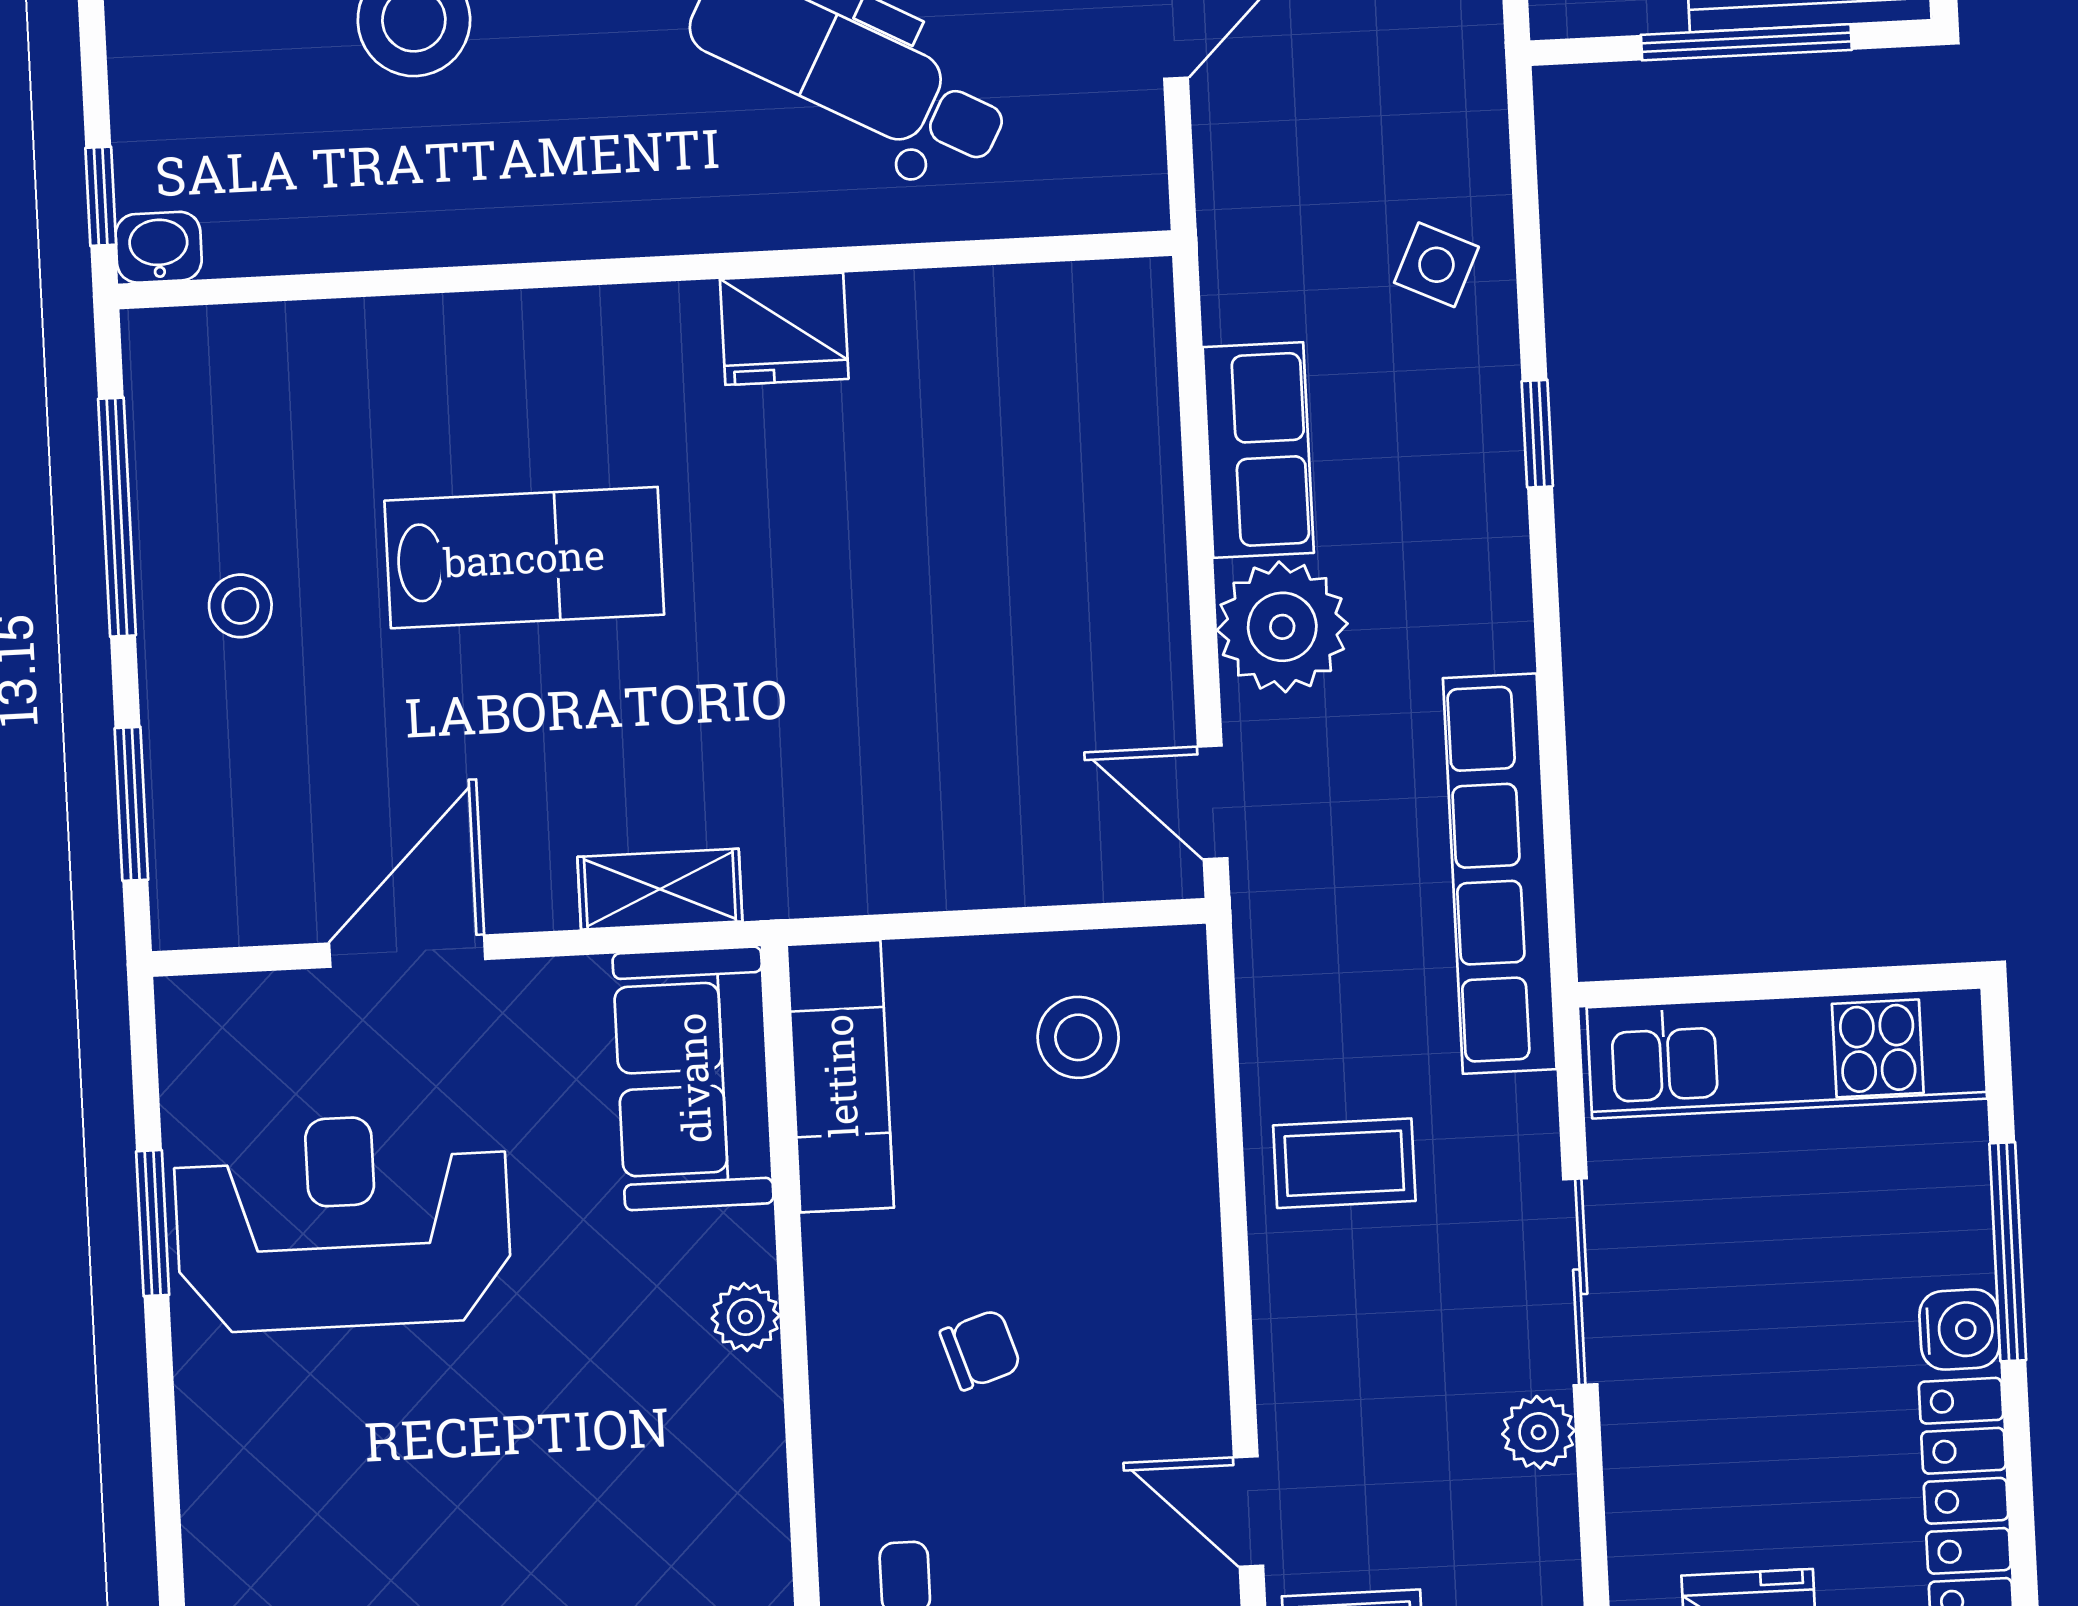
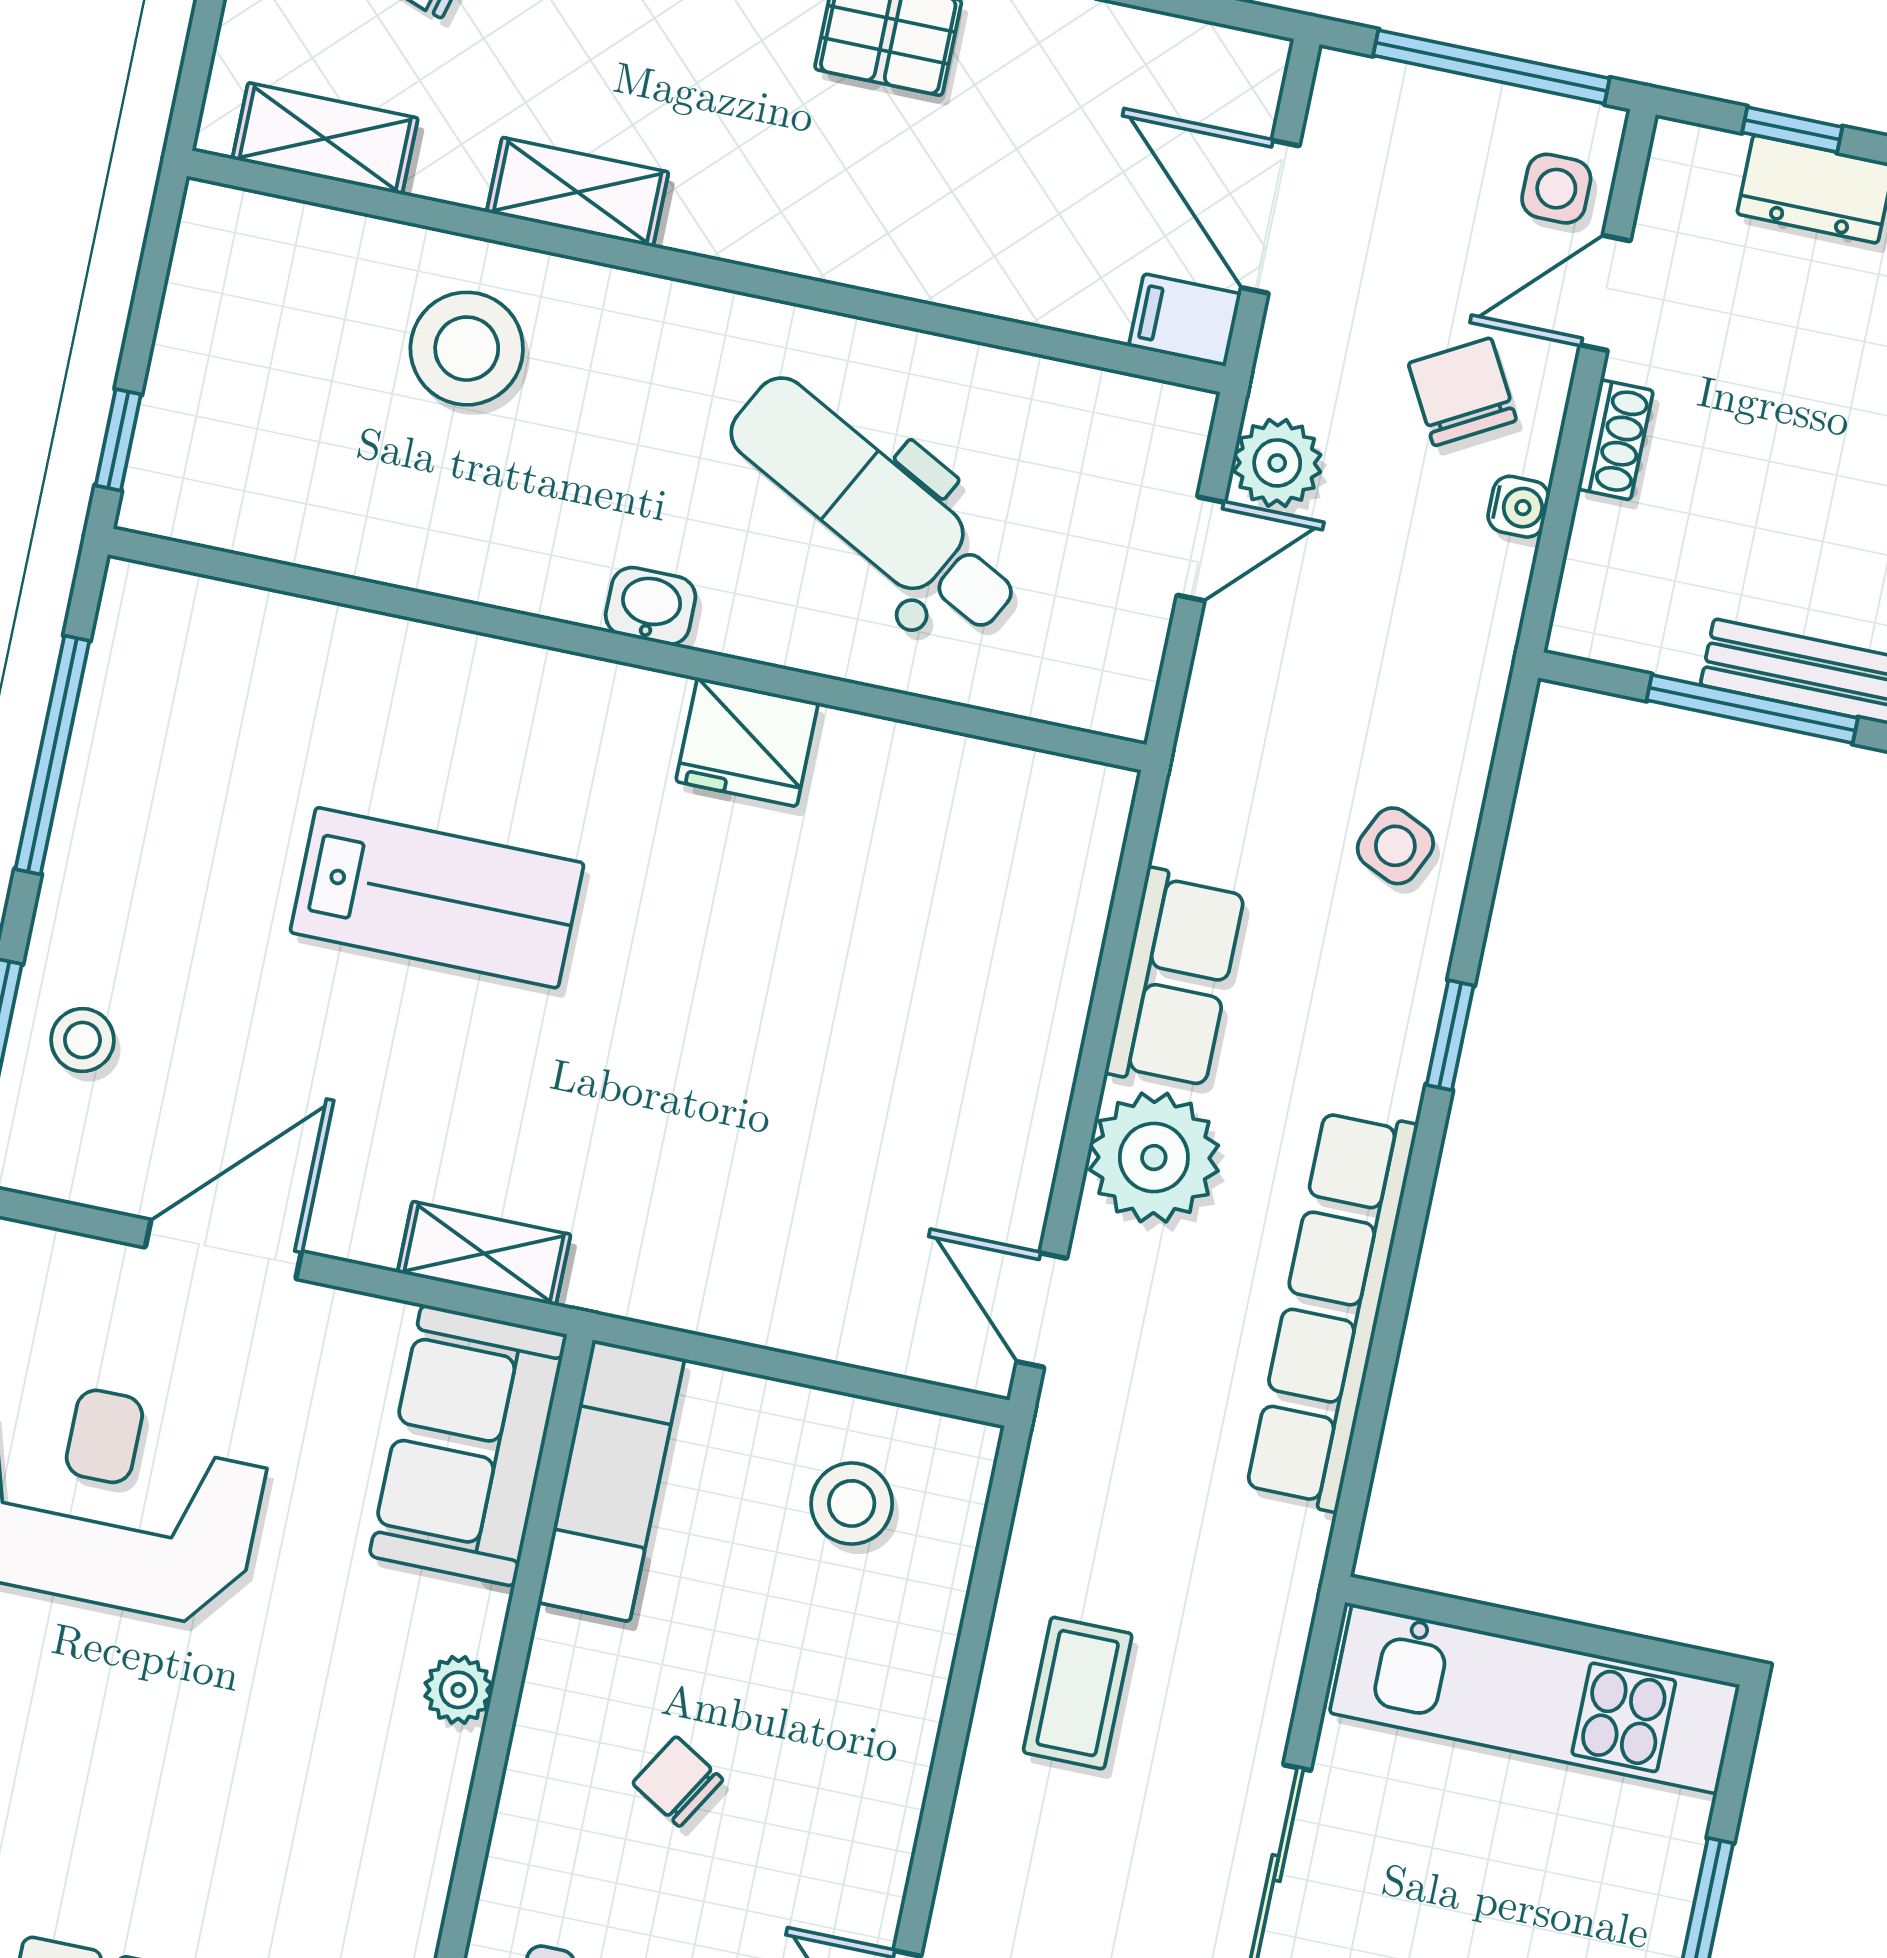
washbasin: (159, 247) -> (651, 606), moved
stool: (240, 606) -> (82, 1040), moved
row of seats: (1500, 874) -> (1332, 1309), moved
coffee table: (1344, 1163) -> (1078, 1693), turned 90
chair: (981, 1350) -> (678, 1781), turned -131

